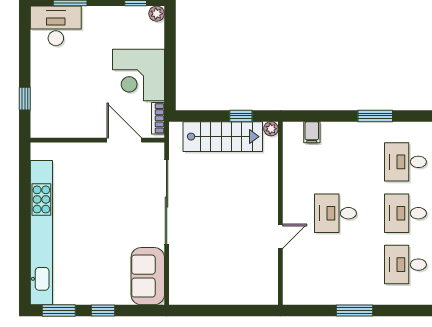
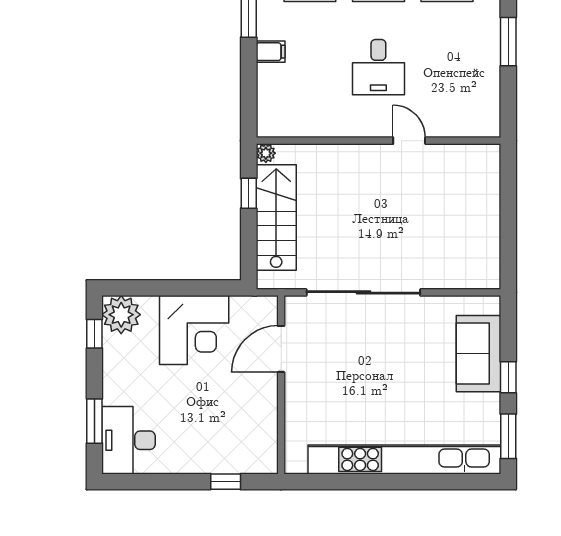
plant: (157, 14) -> (121, 315), width x1.87, depth x1.87
bookcase: (158, 118) -> (252, 304), removed
filing cabinet: (312, 132) -> (271, 52), moved
sofa: (148, 276) -> (479, 354), moved, turned 90

